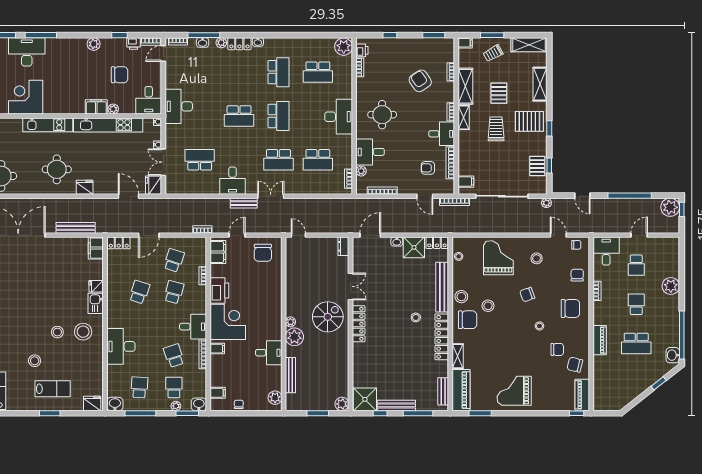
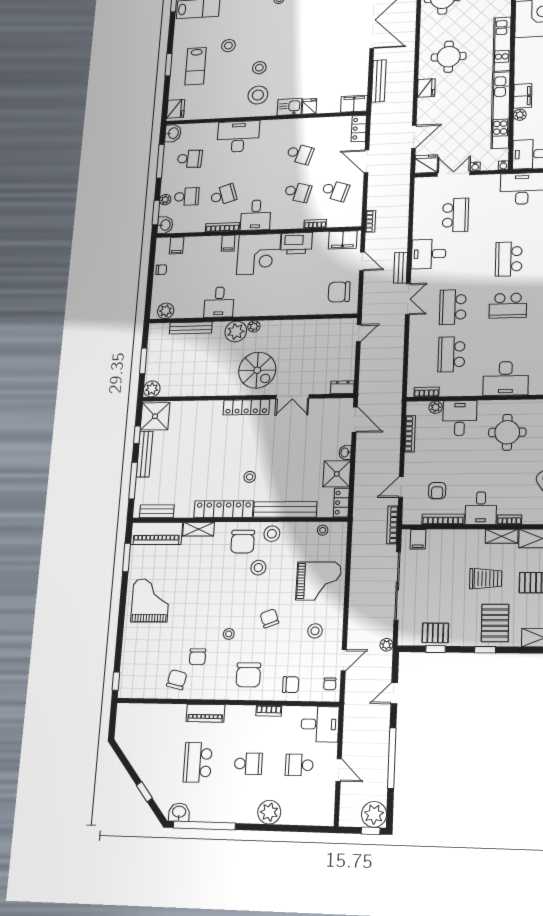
armchair: (428, 168) -> (437, 491), turned 180
piano: (582, 395) -> (138, 689), removed

